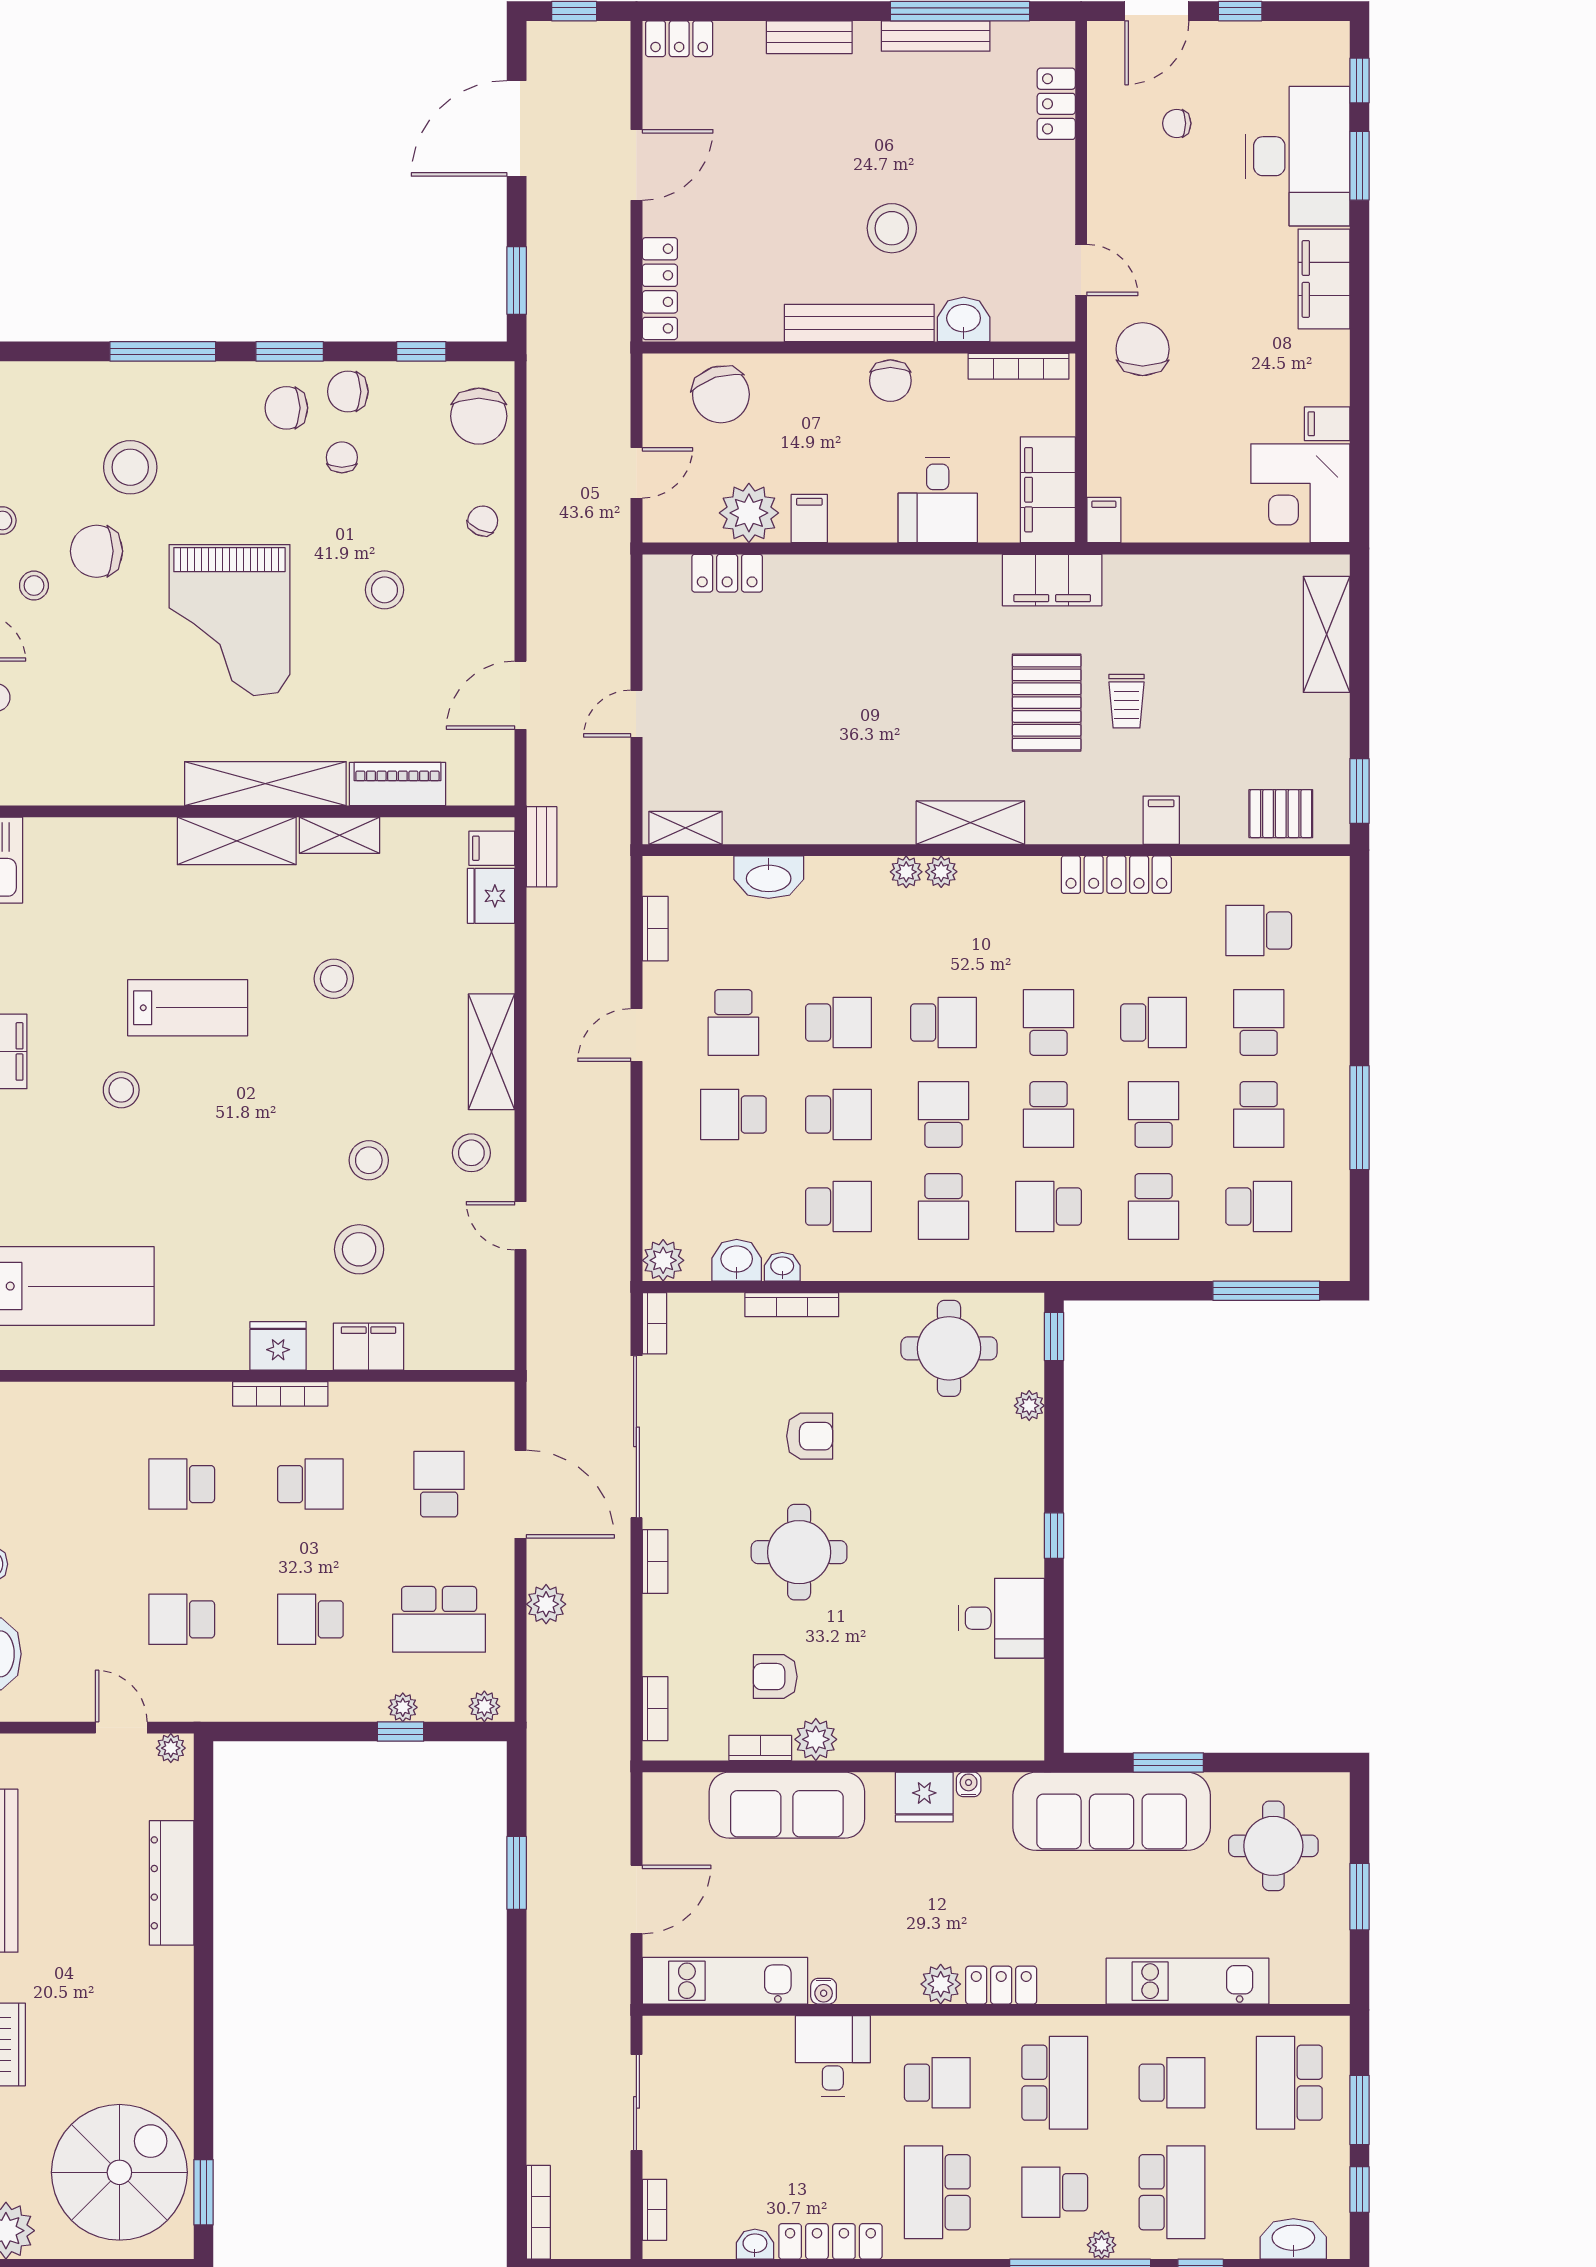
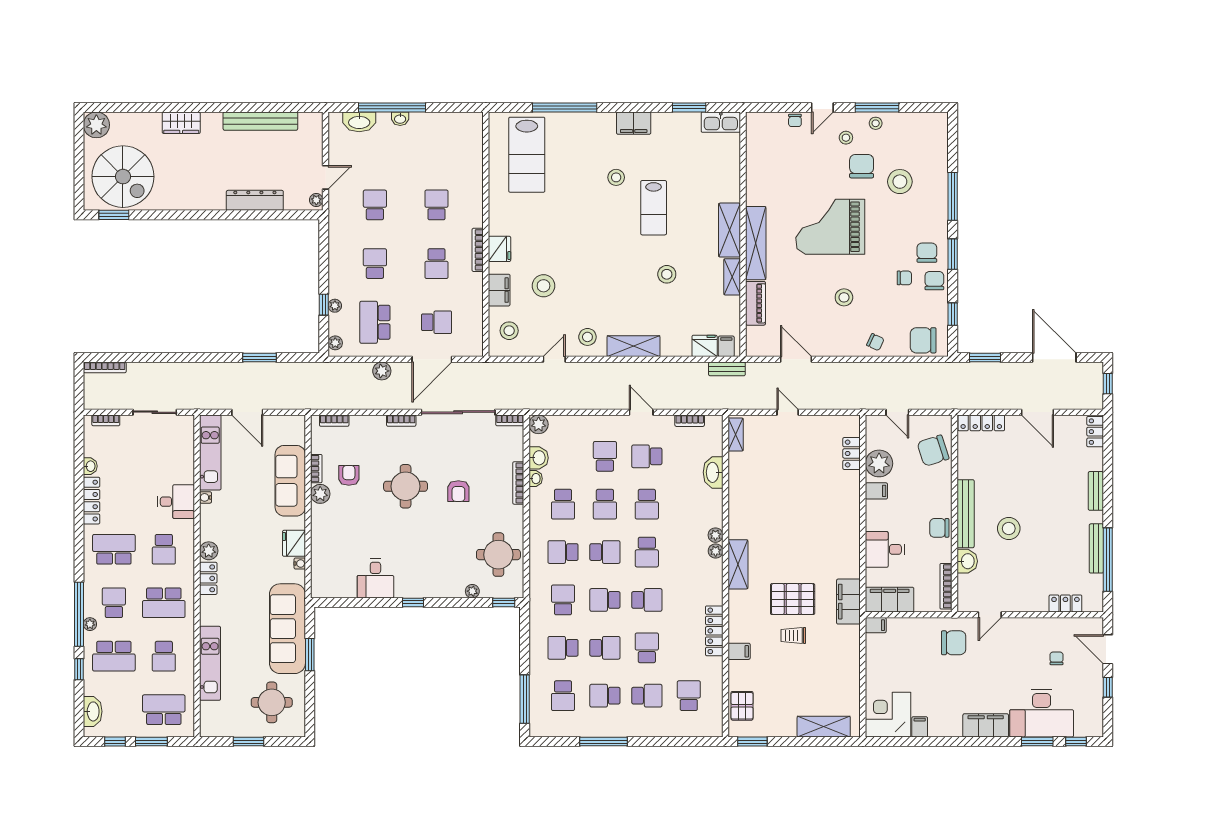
school desk: (1154, 1022) -> (647, 648), turned 180
stool: (369, 1160) -> (509, 331), moved

